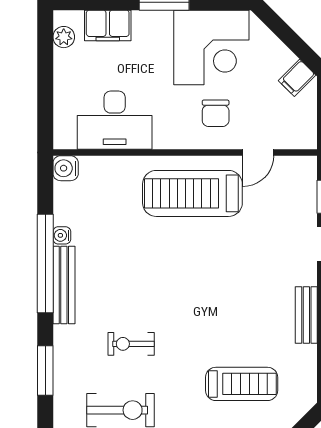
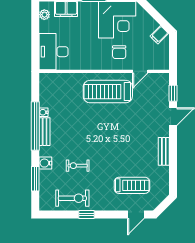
desk: (115, 120) -> (54, 52), moved, turned 90
water cooler: (66, 168) -> (45, 163), moved
bench: (64, 285) -> (45, 132), width x0.73

